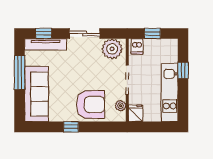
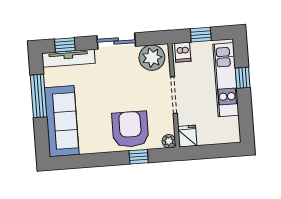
kitchen unit: (170, 93) -> (226, 80), moved
armchair: (91, 105) -> (130, 129), turned -90
plant: (121, 106) -> (169, 141), moved
window: (71, 127) -> (139, 157), moved

